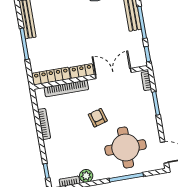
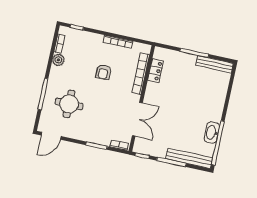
locker: (82, 71) -> (150, 93), removed
locker: (51, 76) -> (156, 71), width x0.66
armchair: (98, 118) -> (103, 72), moved, turned 106
round table: (126, 147) -> (69, 104), width x0.73, depth x0.73

